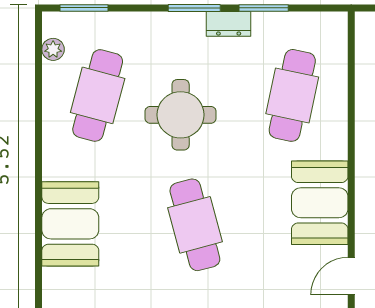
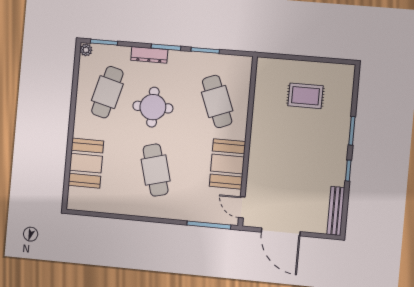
dresser: (229, 24) -> (149, 55), moved, width x1.44
plant: (53, 49) -> (86, 50), moved
cafe table: (292, 95) -> (217, 101), turned -33
door: (351, 276) -> (242, 207), hinge flipped

